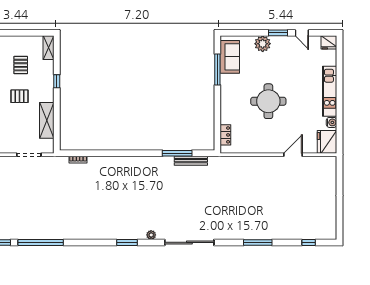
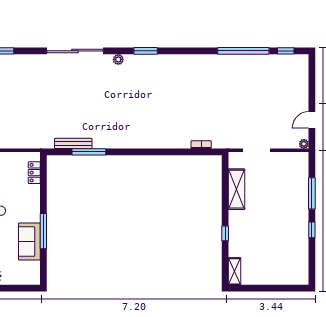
sofa: (230, 57) -> (29, 242), moved
pallet: (21, 65) -> (266, 252), removed
window: (217, 70) -> (43, 231), moved
pallet: (19, 96) -> (267, 216), removed

